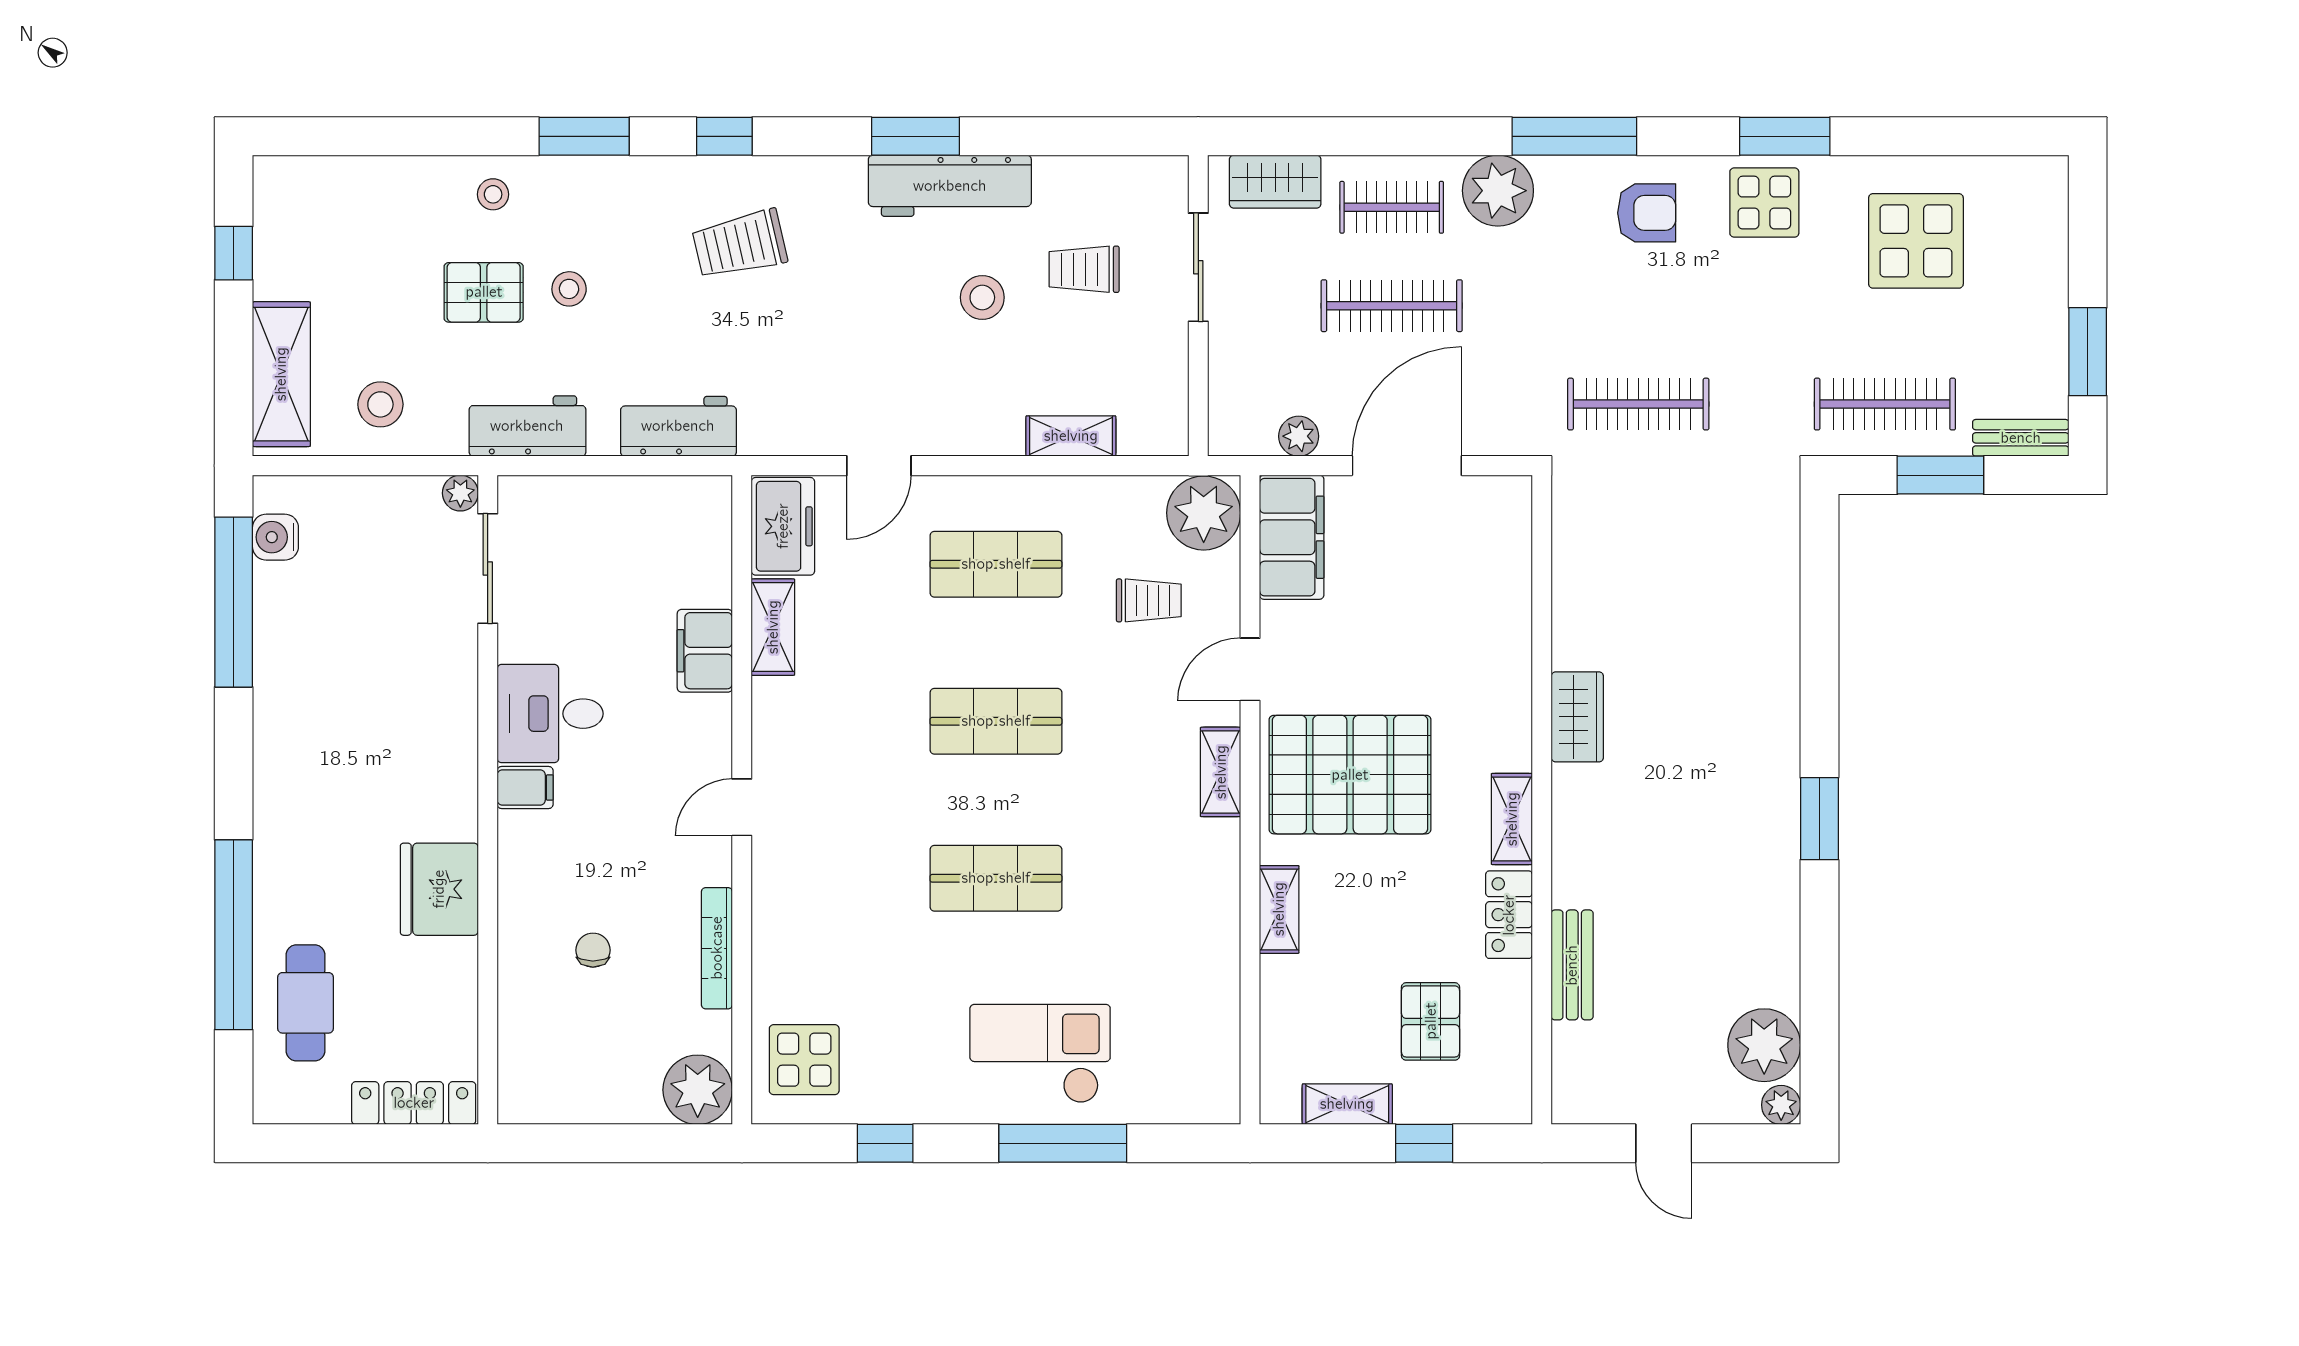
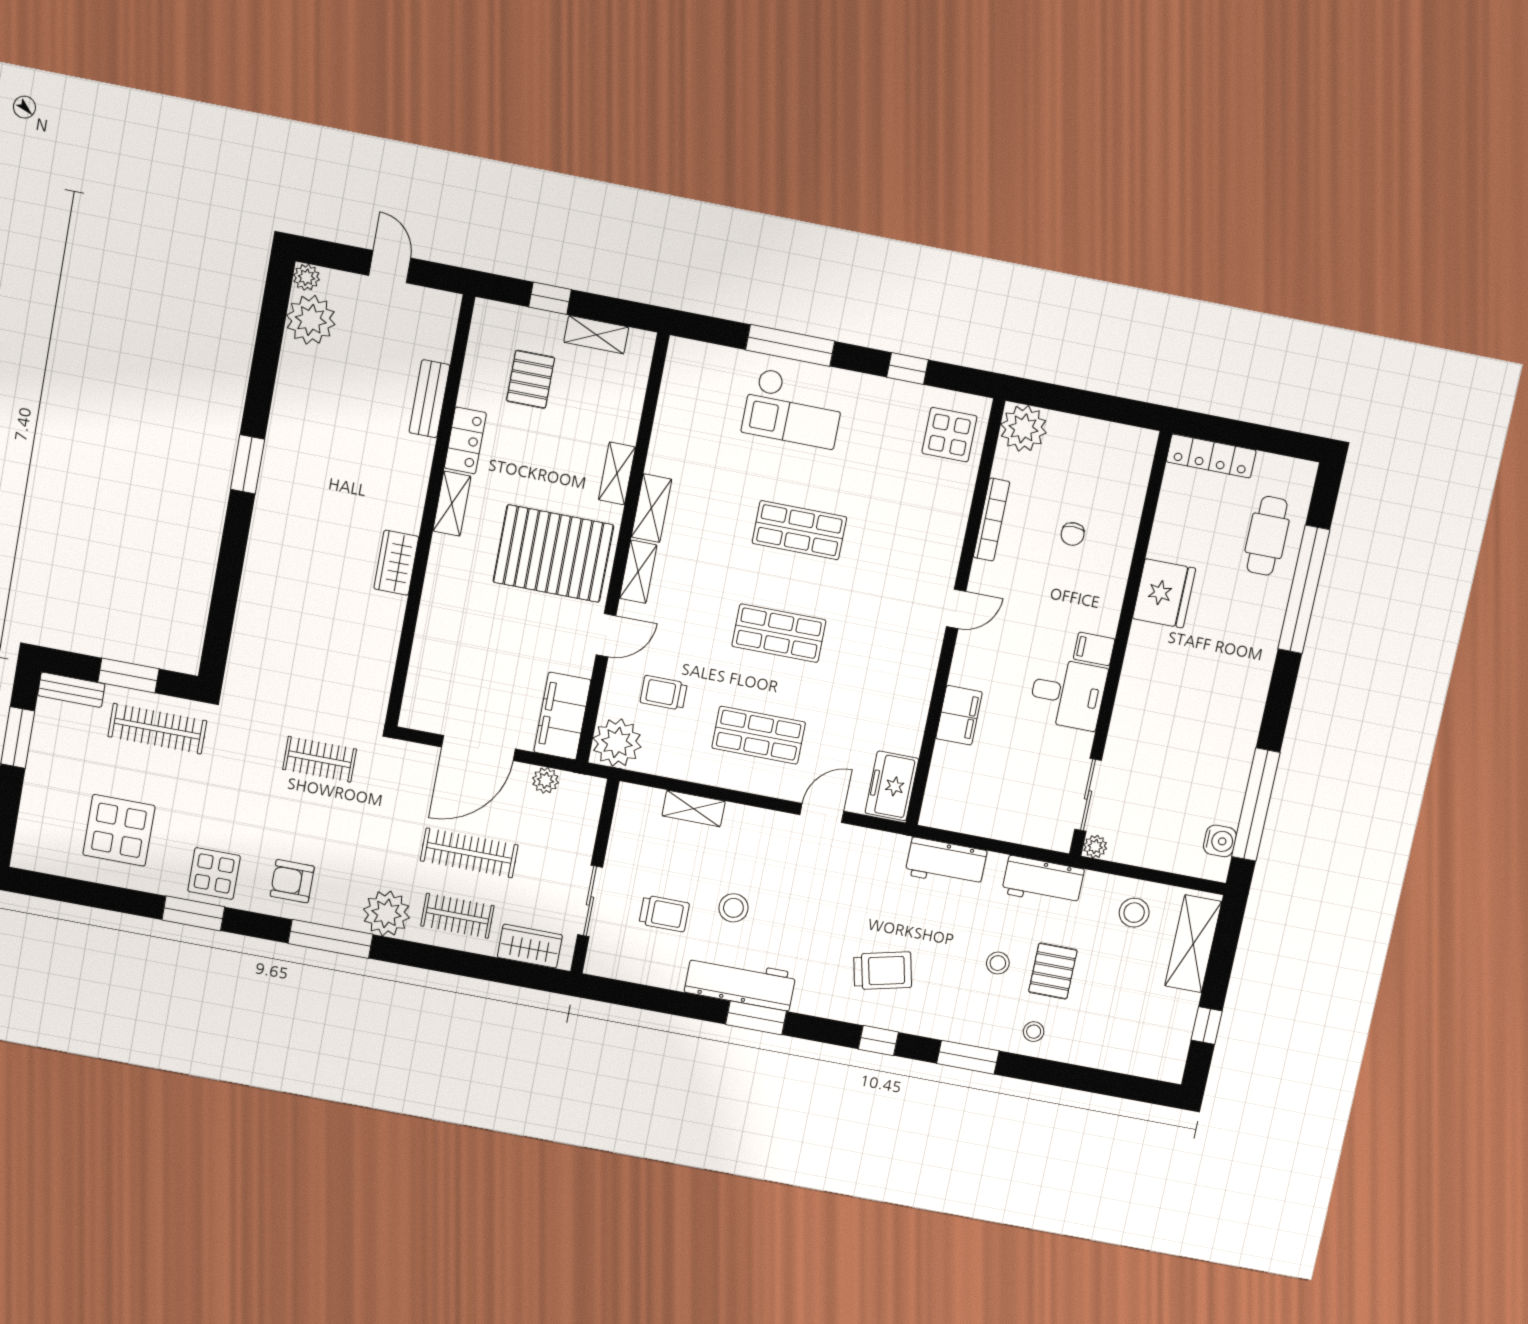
pallet: (484, 292) -> (1053, 971), turned 90
clothes rail: (1638, 404) -> (320, 759), width x0.73
shelving: (773, 627) -> (651, 508), moved

